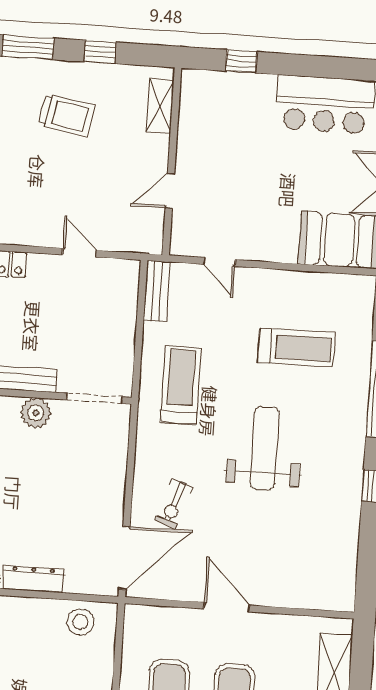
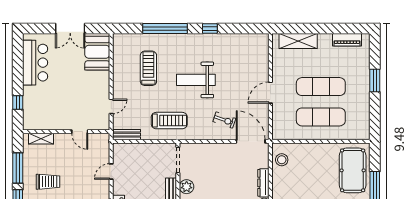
window: (100, 52) -> (18, 168), width x2.17
trolley: (66, 115) -> (48, 182), turned 80
treadmill: (181, 385) -> (169, 121), turned 180

